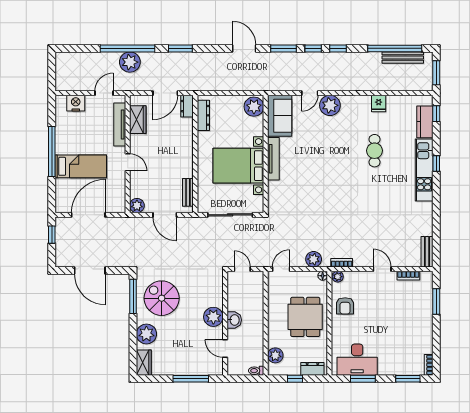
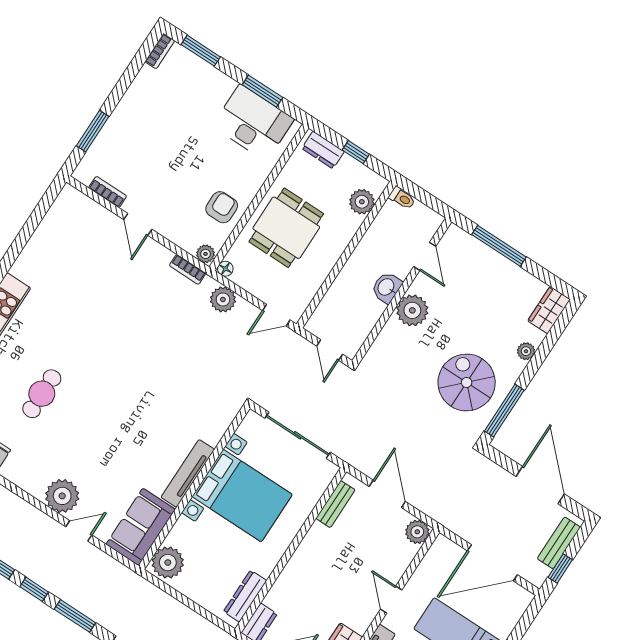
bench: (427, 252) -> (559, 543), moved
spiral stairs: (162, 298) -> (467, 382), turned 180
plant: (146, 334) -> (526, 351), width x0.53, depth x0.53

